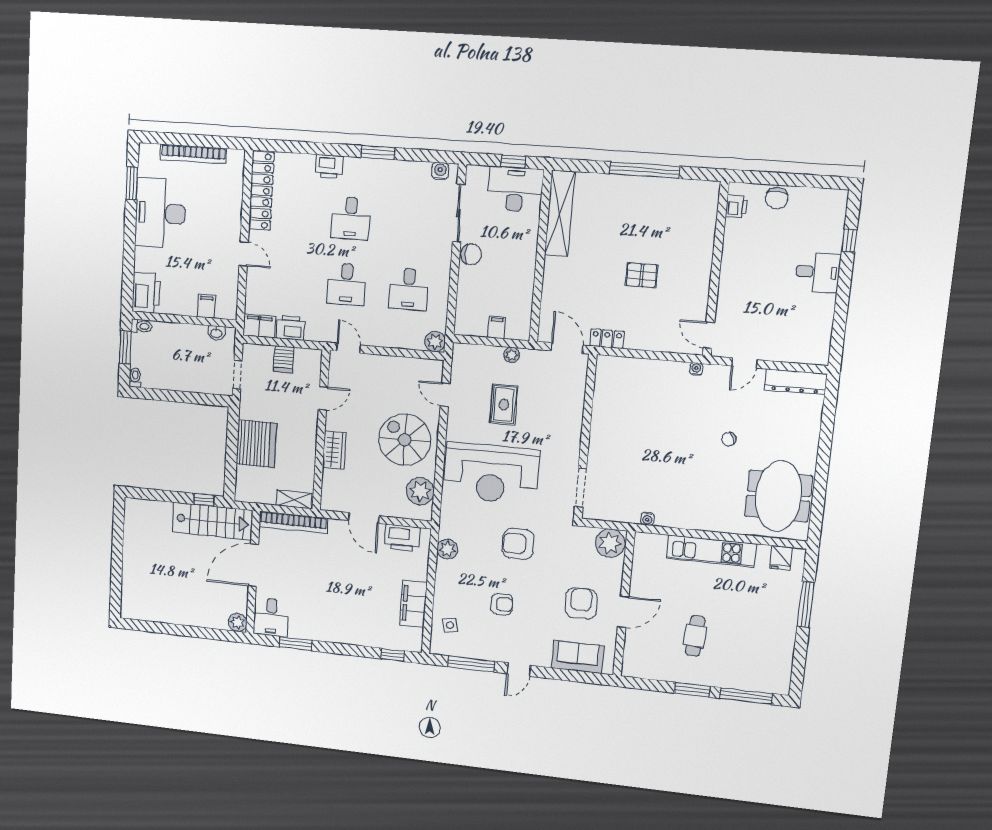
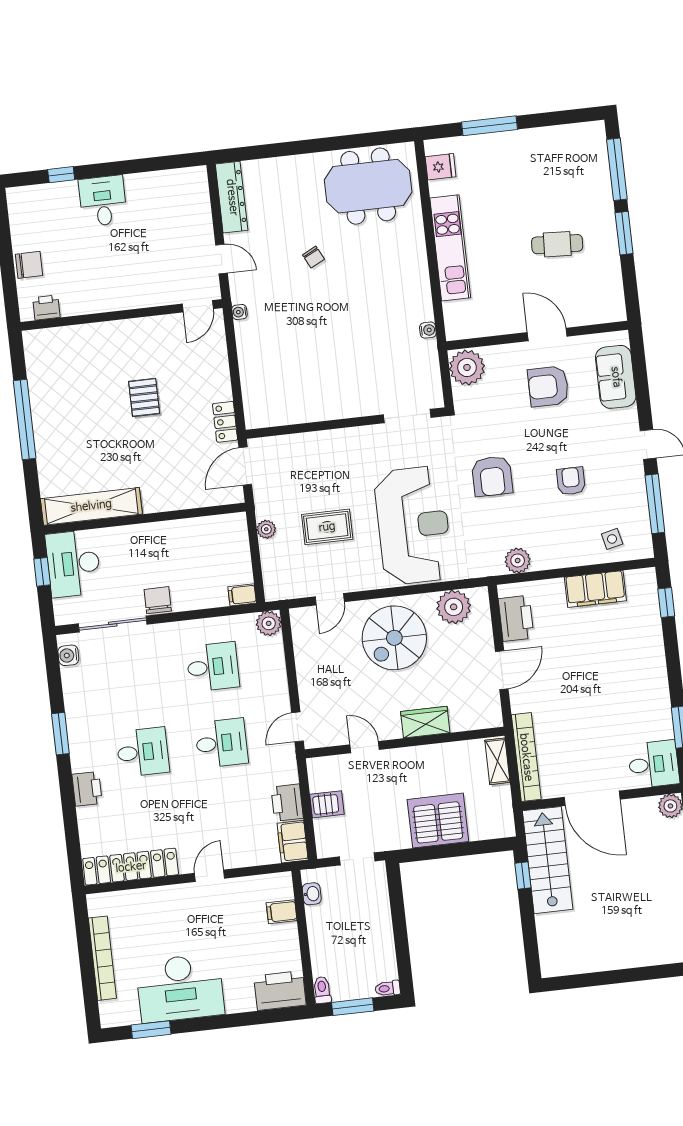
filing cabinet: (497, 327) -> (242, 595), moved

